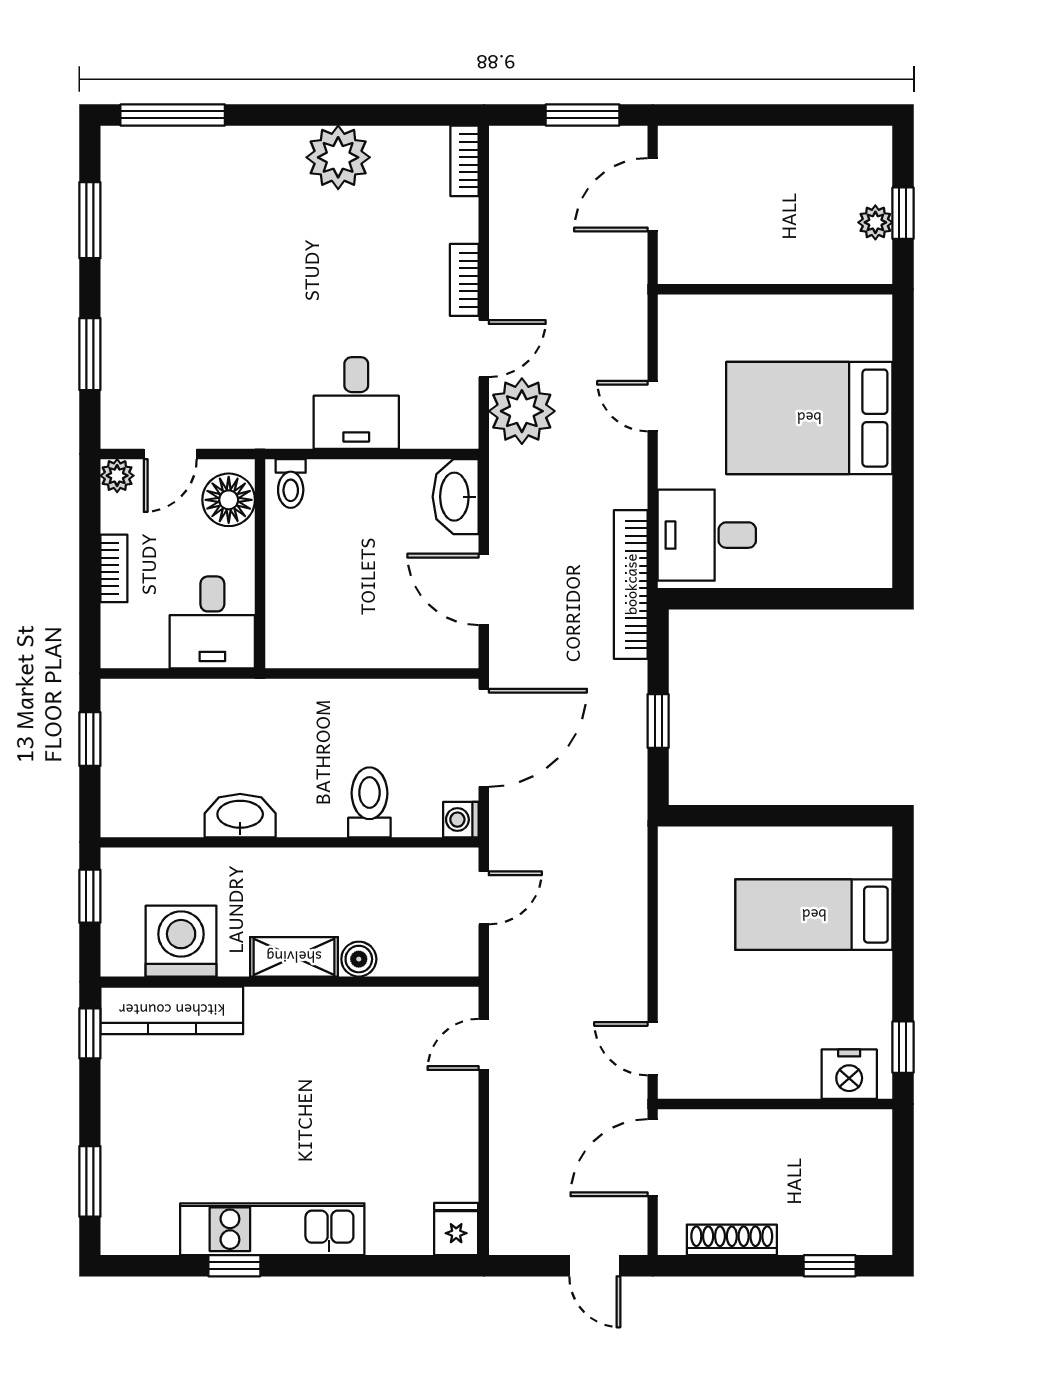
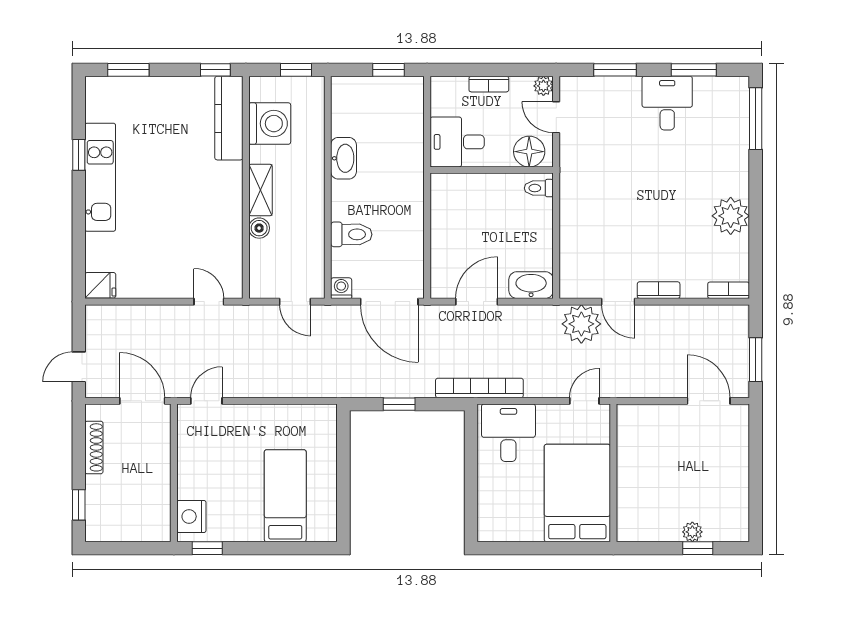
wall: (775, 289) -> (613, 473), moved
desk: (356, 403) -> (667, 103), moved, turned 90

